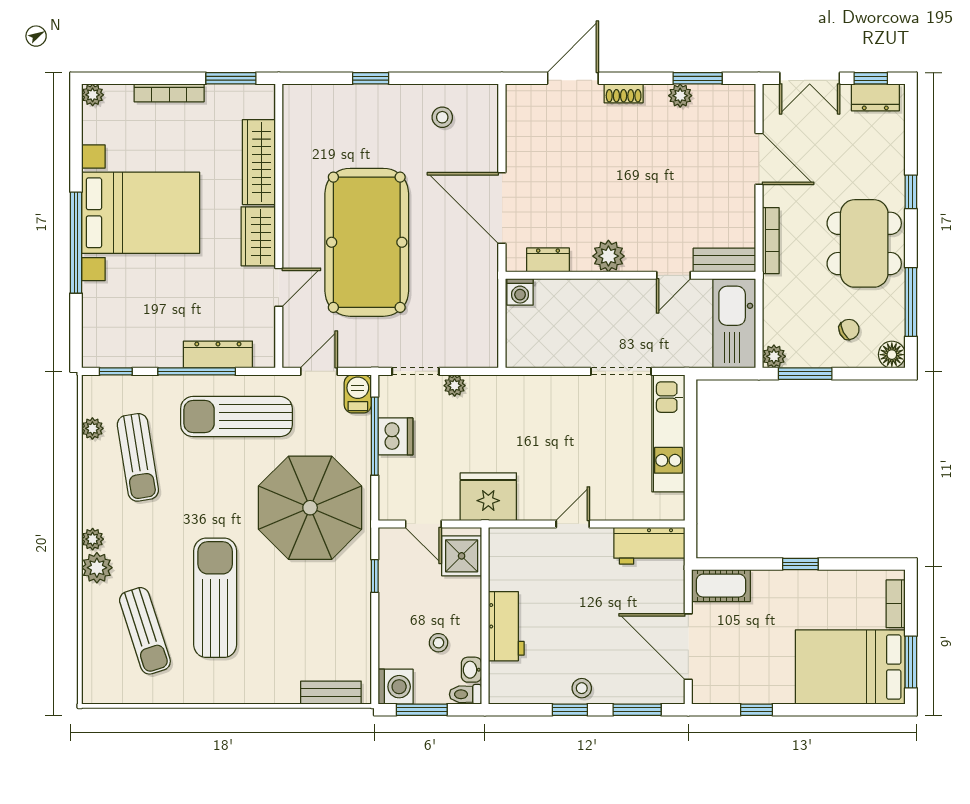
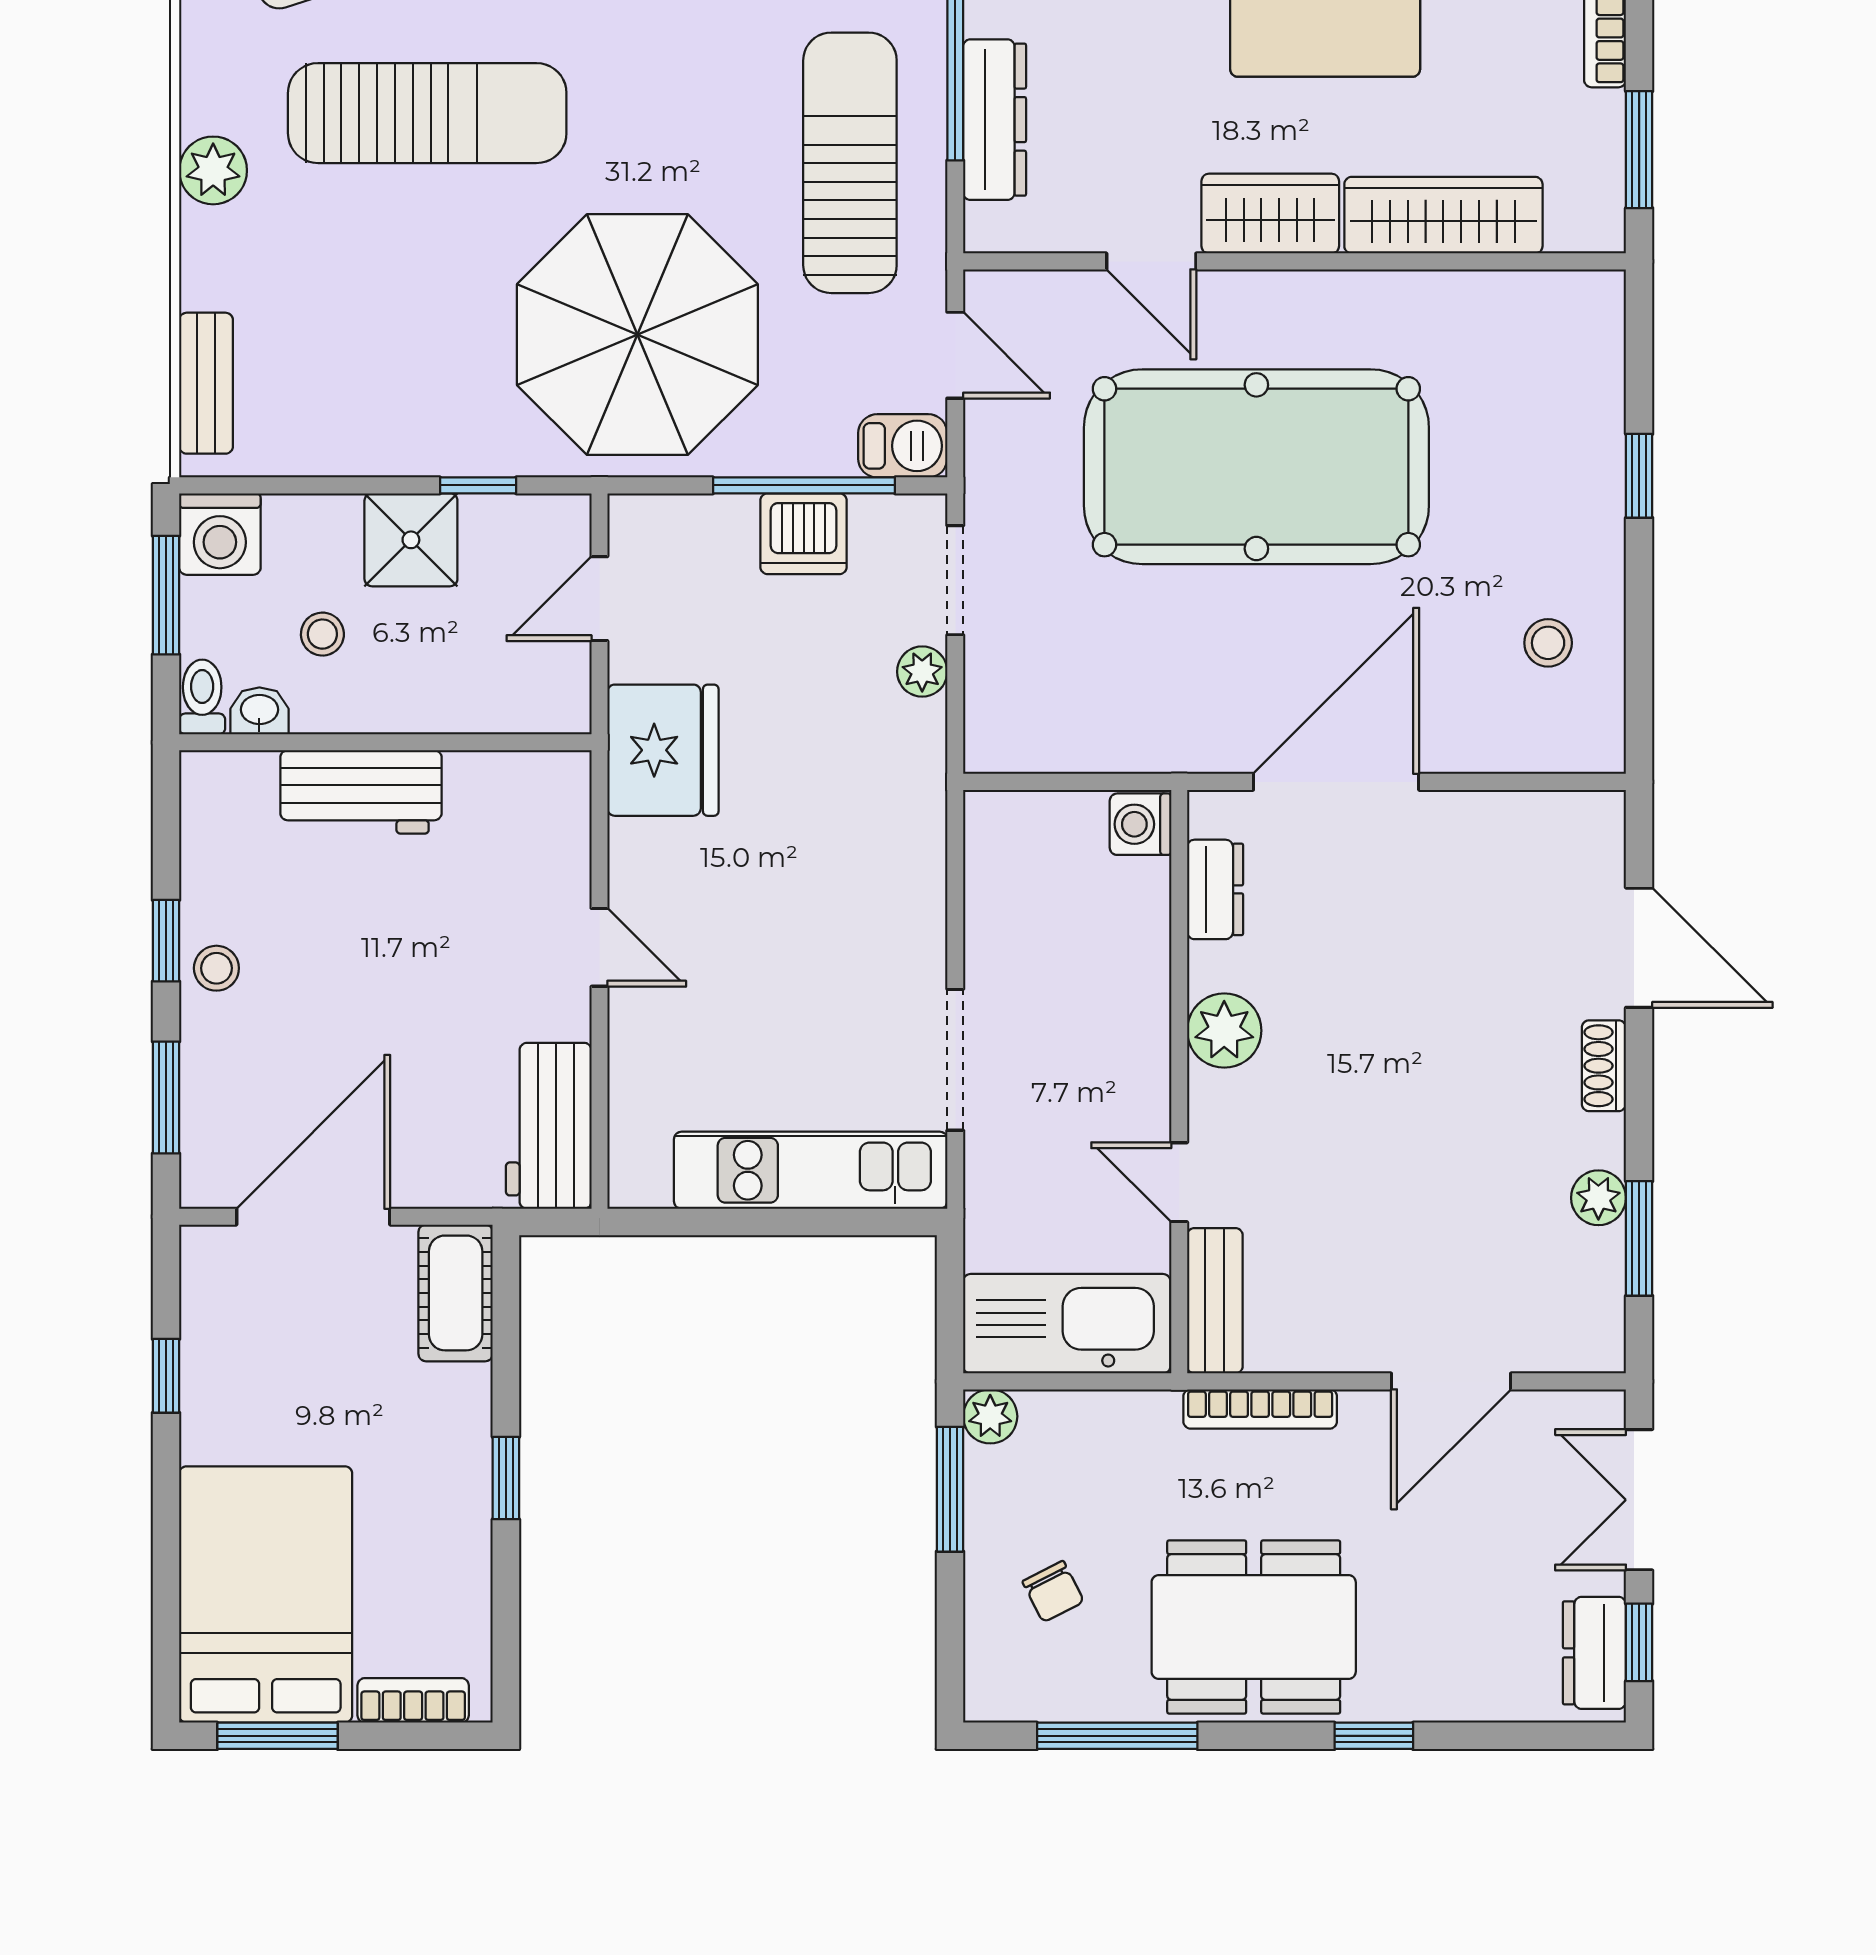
floor lamp: (892, 355) -> (994, 1691), removed
shower: (462, 556) -> (411, 540), moved
plant: (240, 690) -> (213, 170), added

